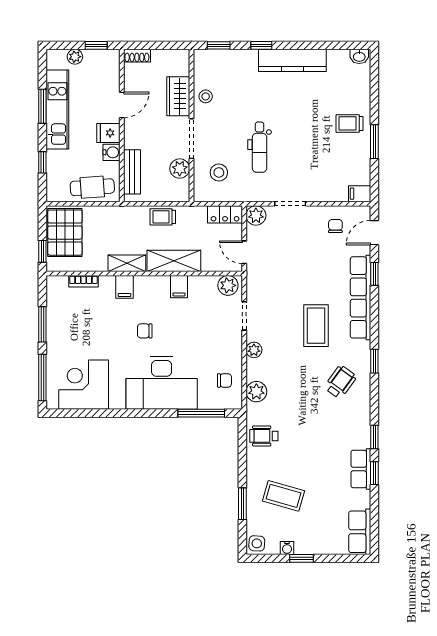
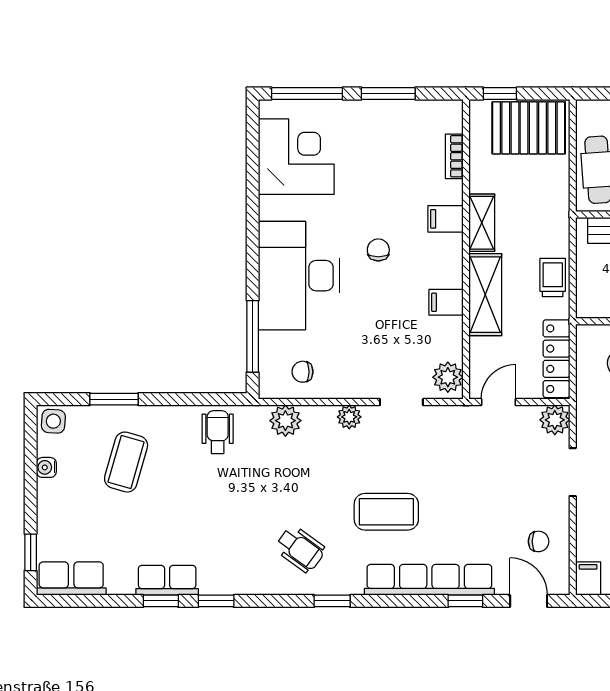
locker: (225, 214) -> (556, 359), width x1.53
chair: (224, 380) -> (303, 372), turned 90
window: (301, 558) -> (31, 552), moved

